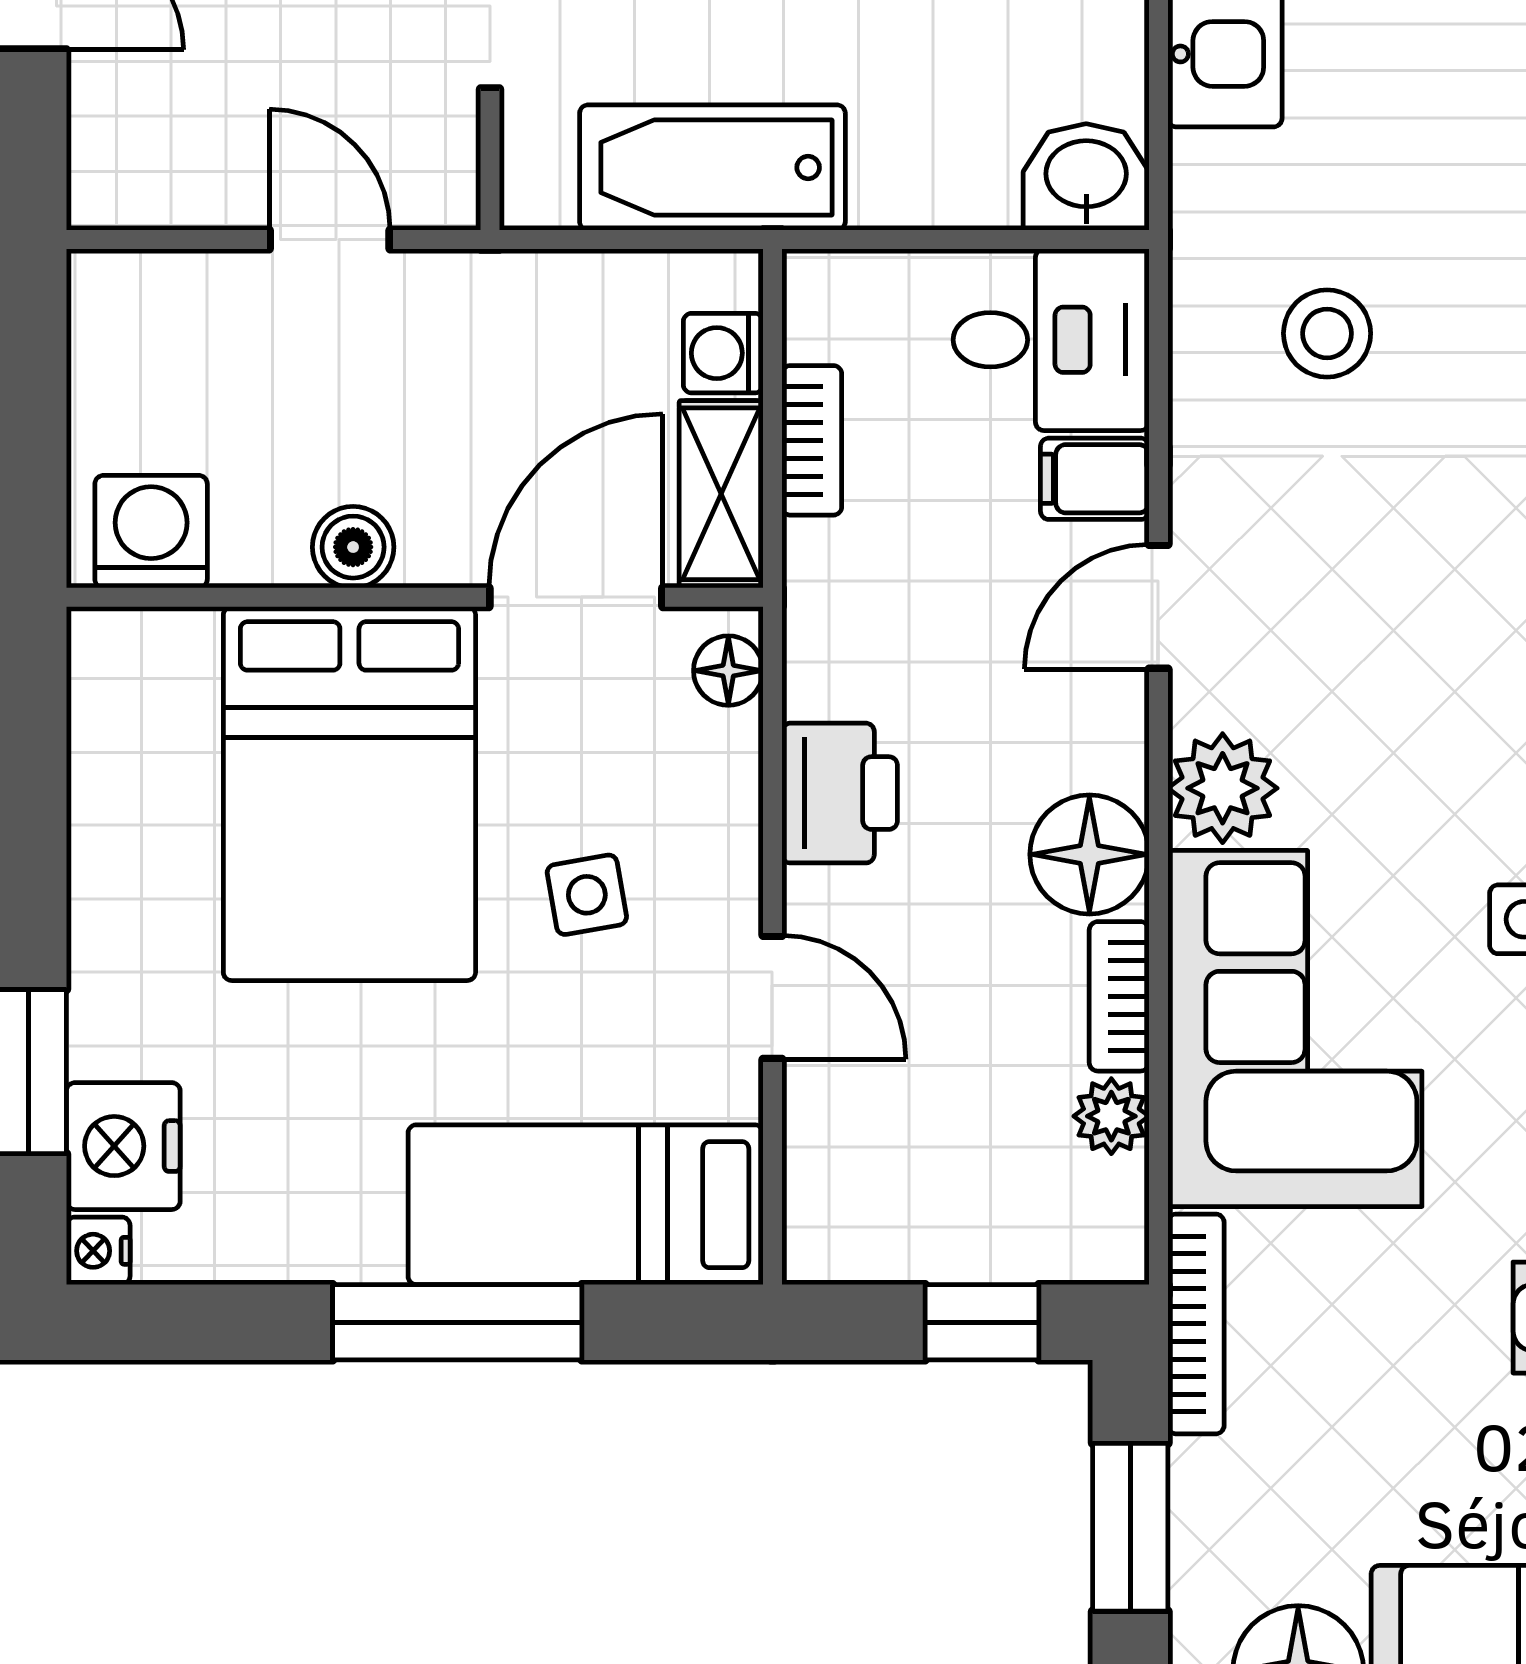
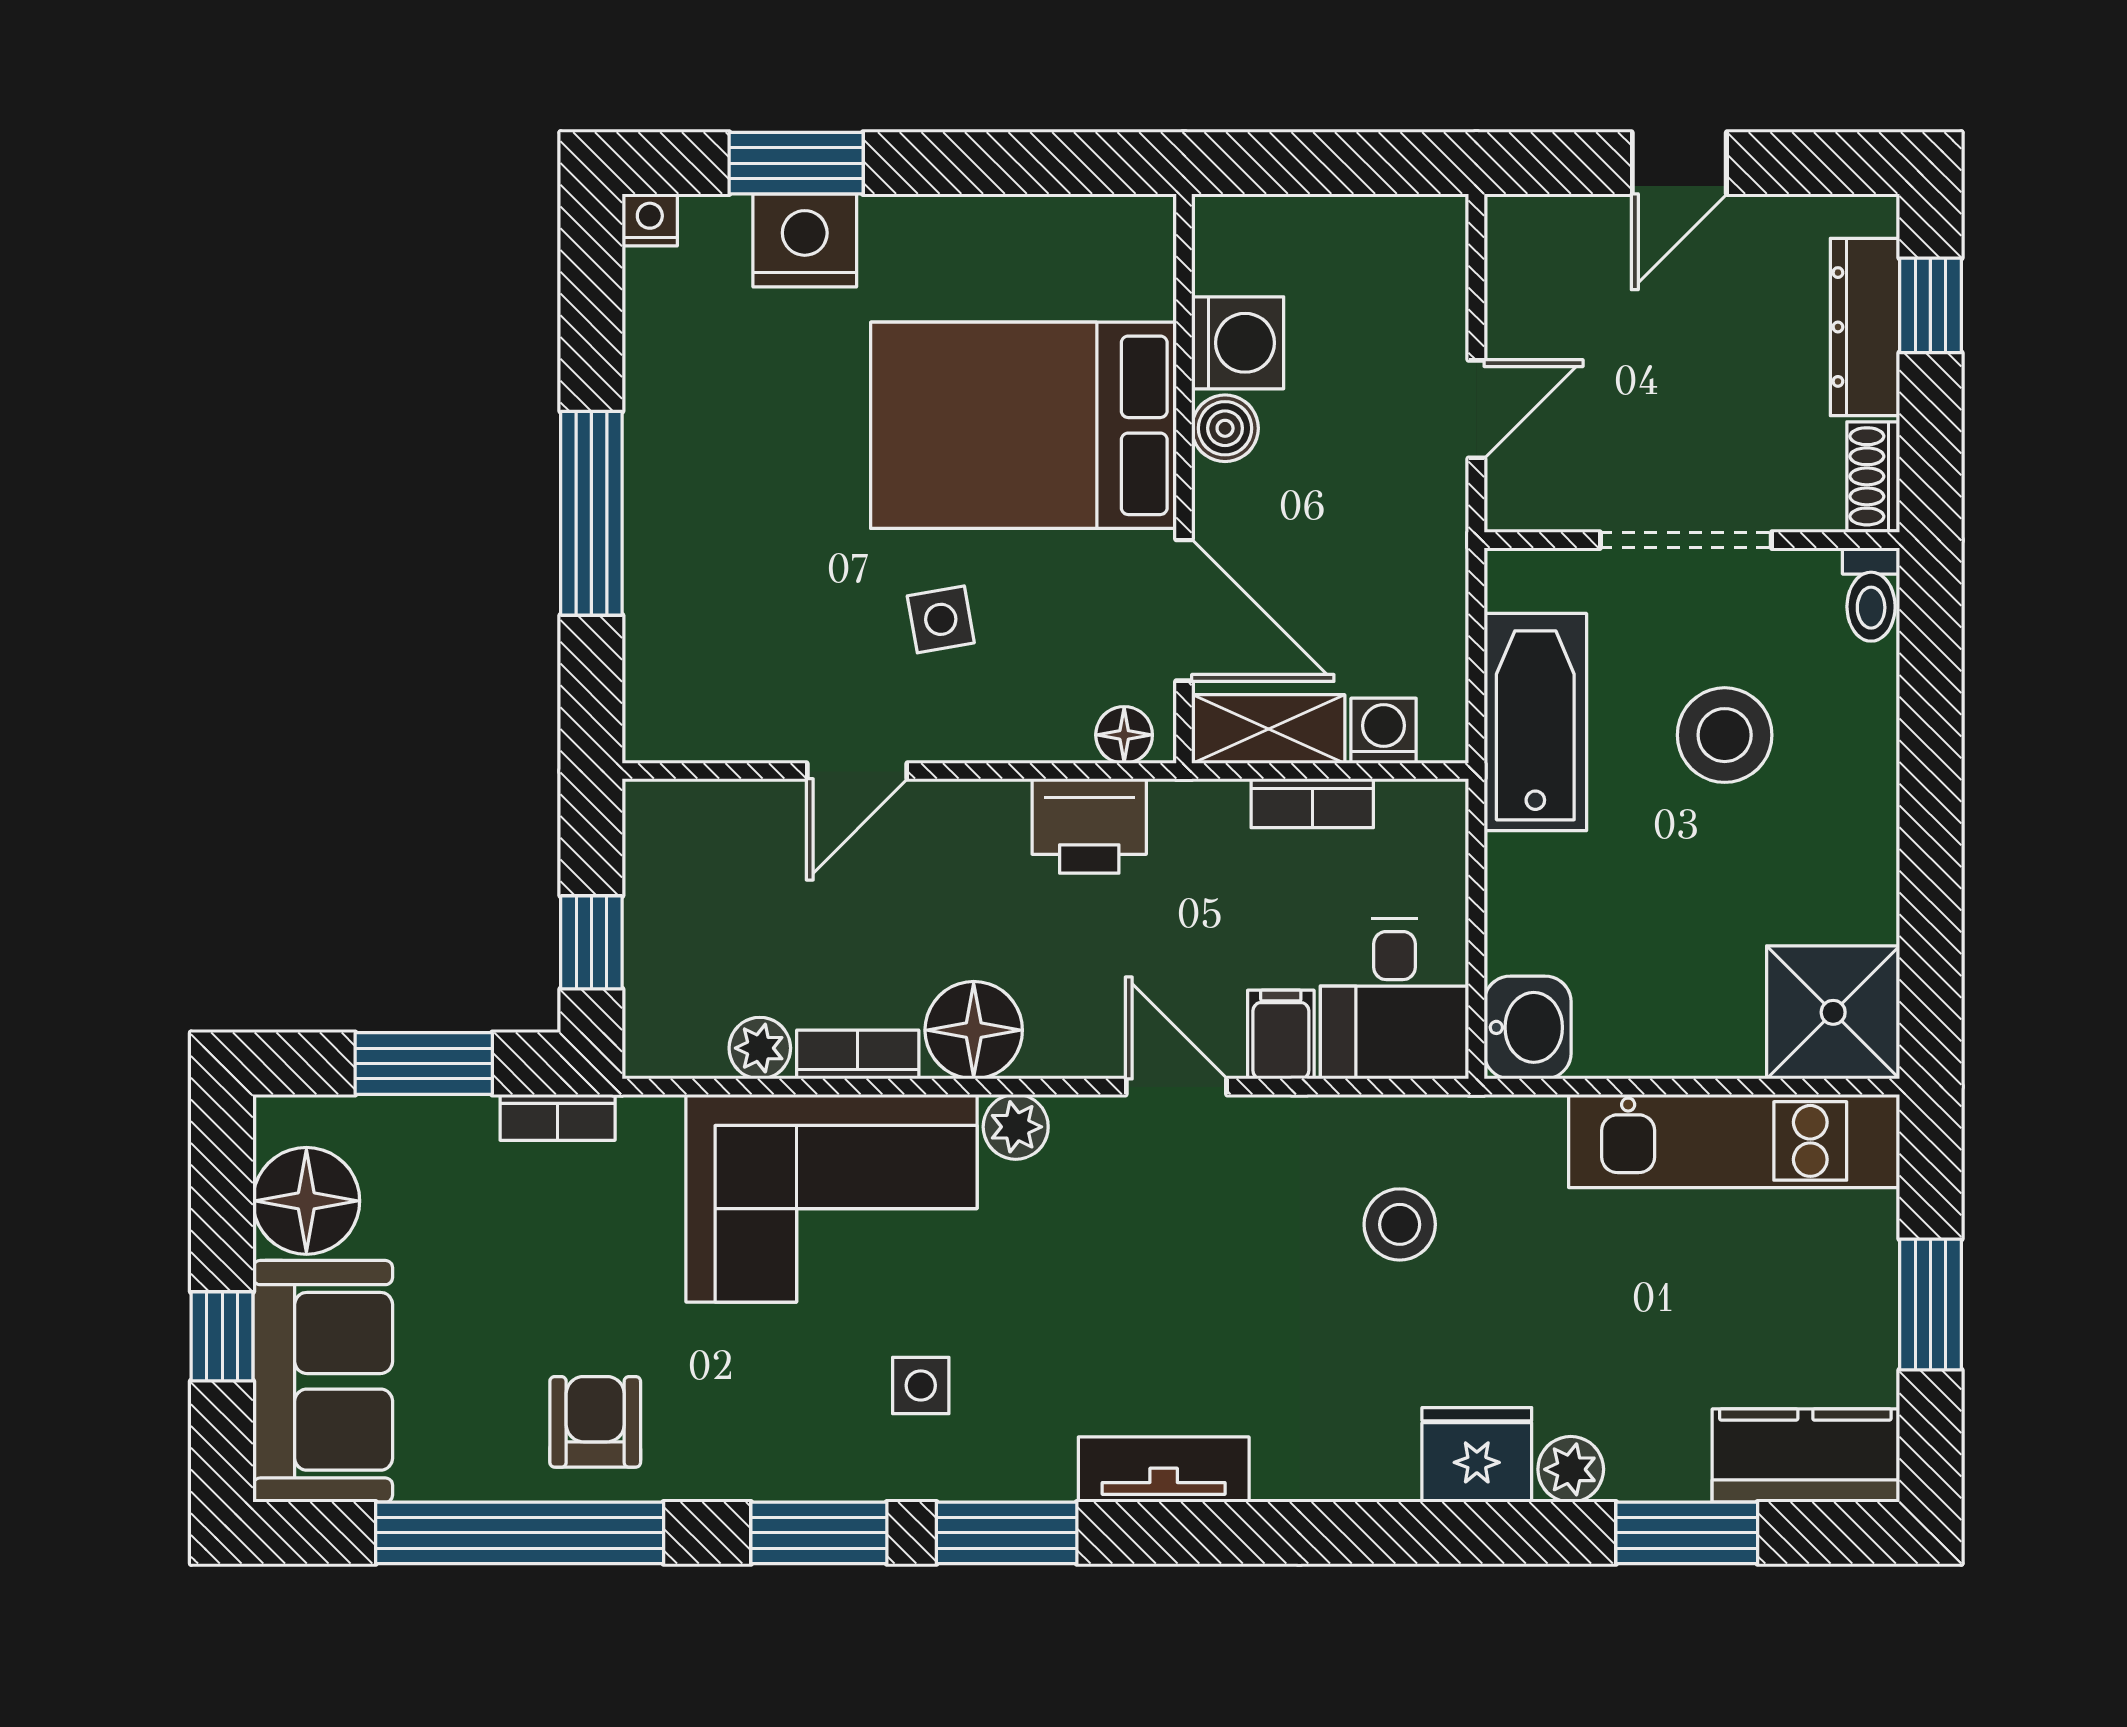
washing machine: (151, 532) -> (1238, 343), moved
plant: (1223, 788) -> (1016, 1127), width x0.73, depth x0.73
printer: (840, 793) -> (1089, 826), moved
nightstand: (123, 1146) -> (805, 240), moved
bed: (586, 1205) -> (687, 618), removed
bookcase: (1196, 1324) -> (558, 1117), width x0.64

